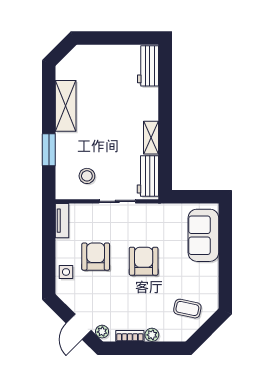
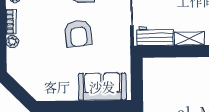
armchair: (144, 261) -> (78, 33), turned 84
coffee table: (187, 309) -> (36, 73), removed

